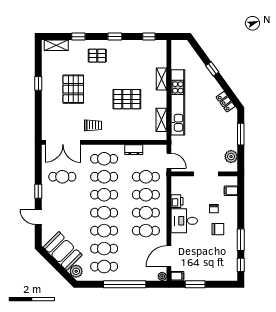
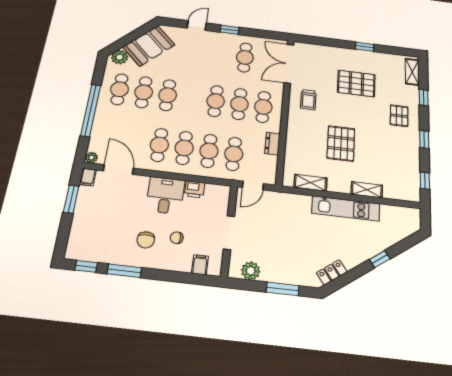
kitchen unit: (178, 102) -> (346, 208), width x0.73
cafe table: (104, 213) -> (192, 98), removed

